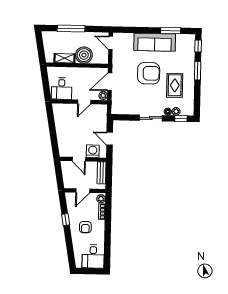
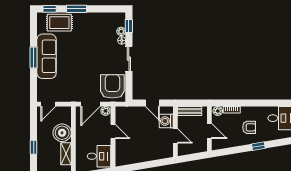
window: (71, 29) -> (34, 147), width x0.46
window: (171, 31) -> (34, 58), moved
armchair: (149, 73) -> (112, 86), moved
door: (110, 82) -> (91, 104), hinge flipped
rug: (175, 85) -> (59, 23), moved
door: (110, 139) -> (152, 103), hinge flipped
door: (79, 159) -> (175, 136), hinge flipped
window: (66, 220) -> (258, 146), moved

